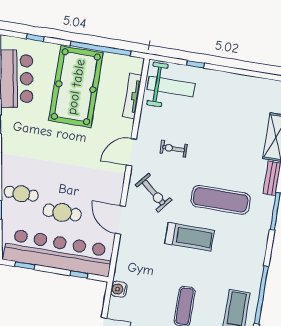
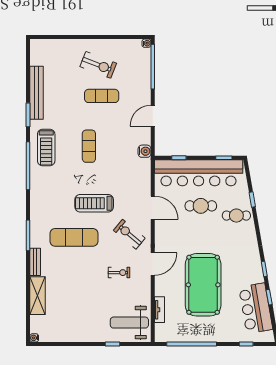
pool table: (76, 87) -> (203, 285), moved
tv unit: (132, 96) -> (159, 310), width x0.71

